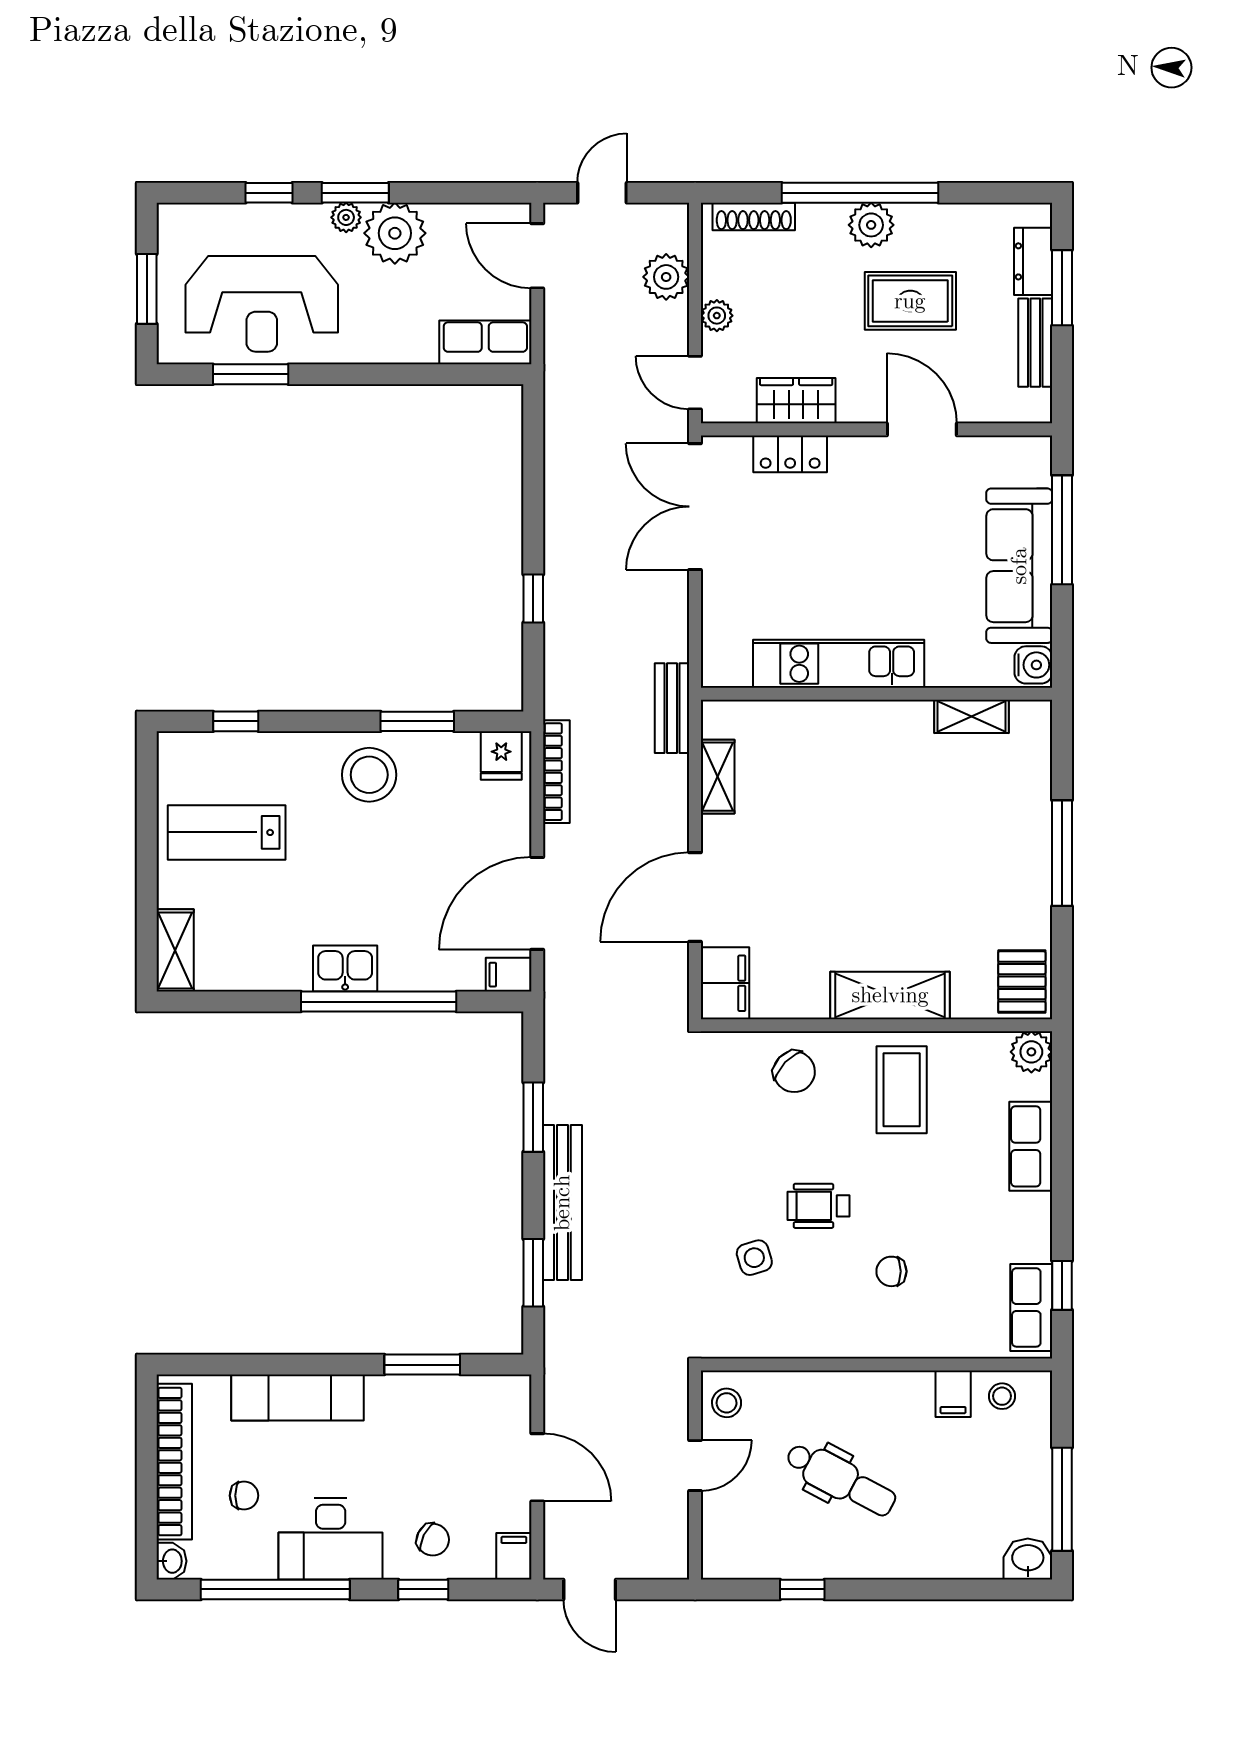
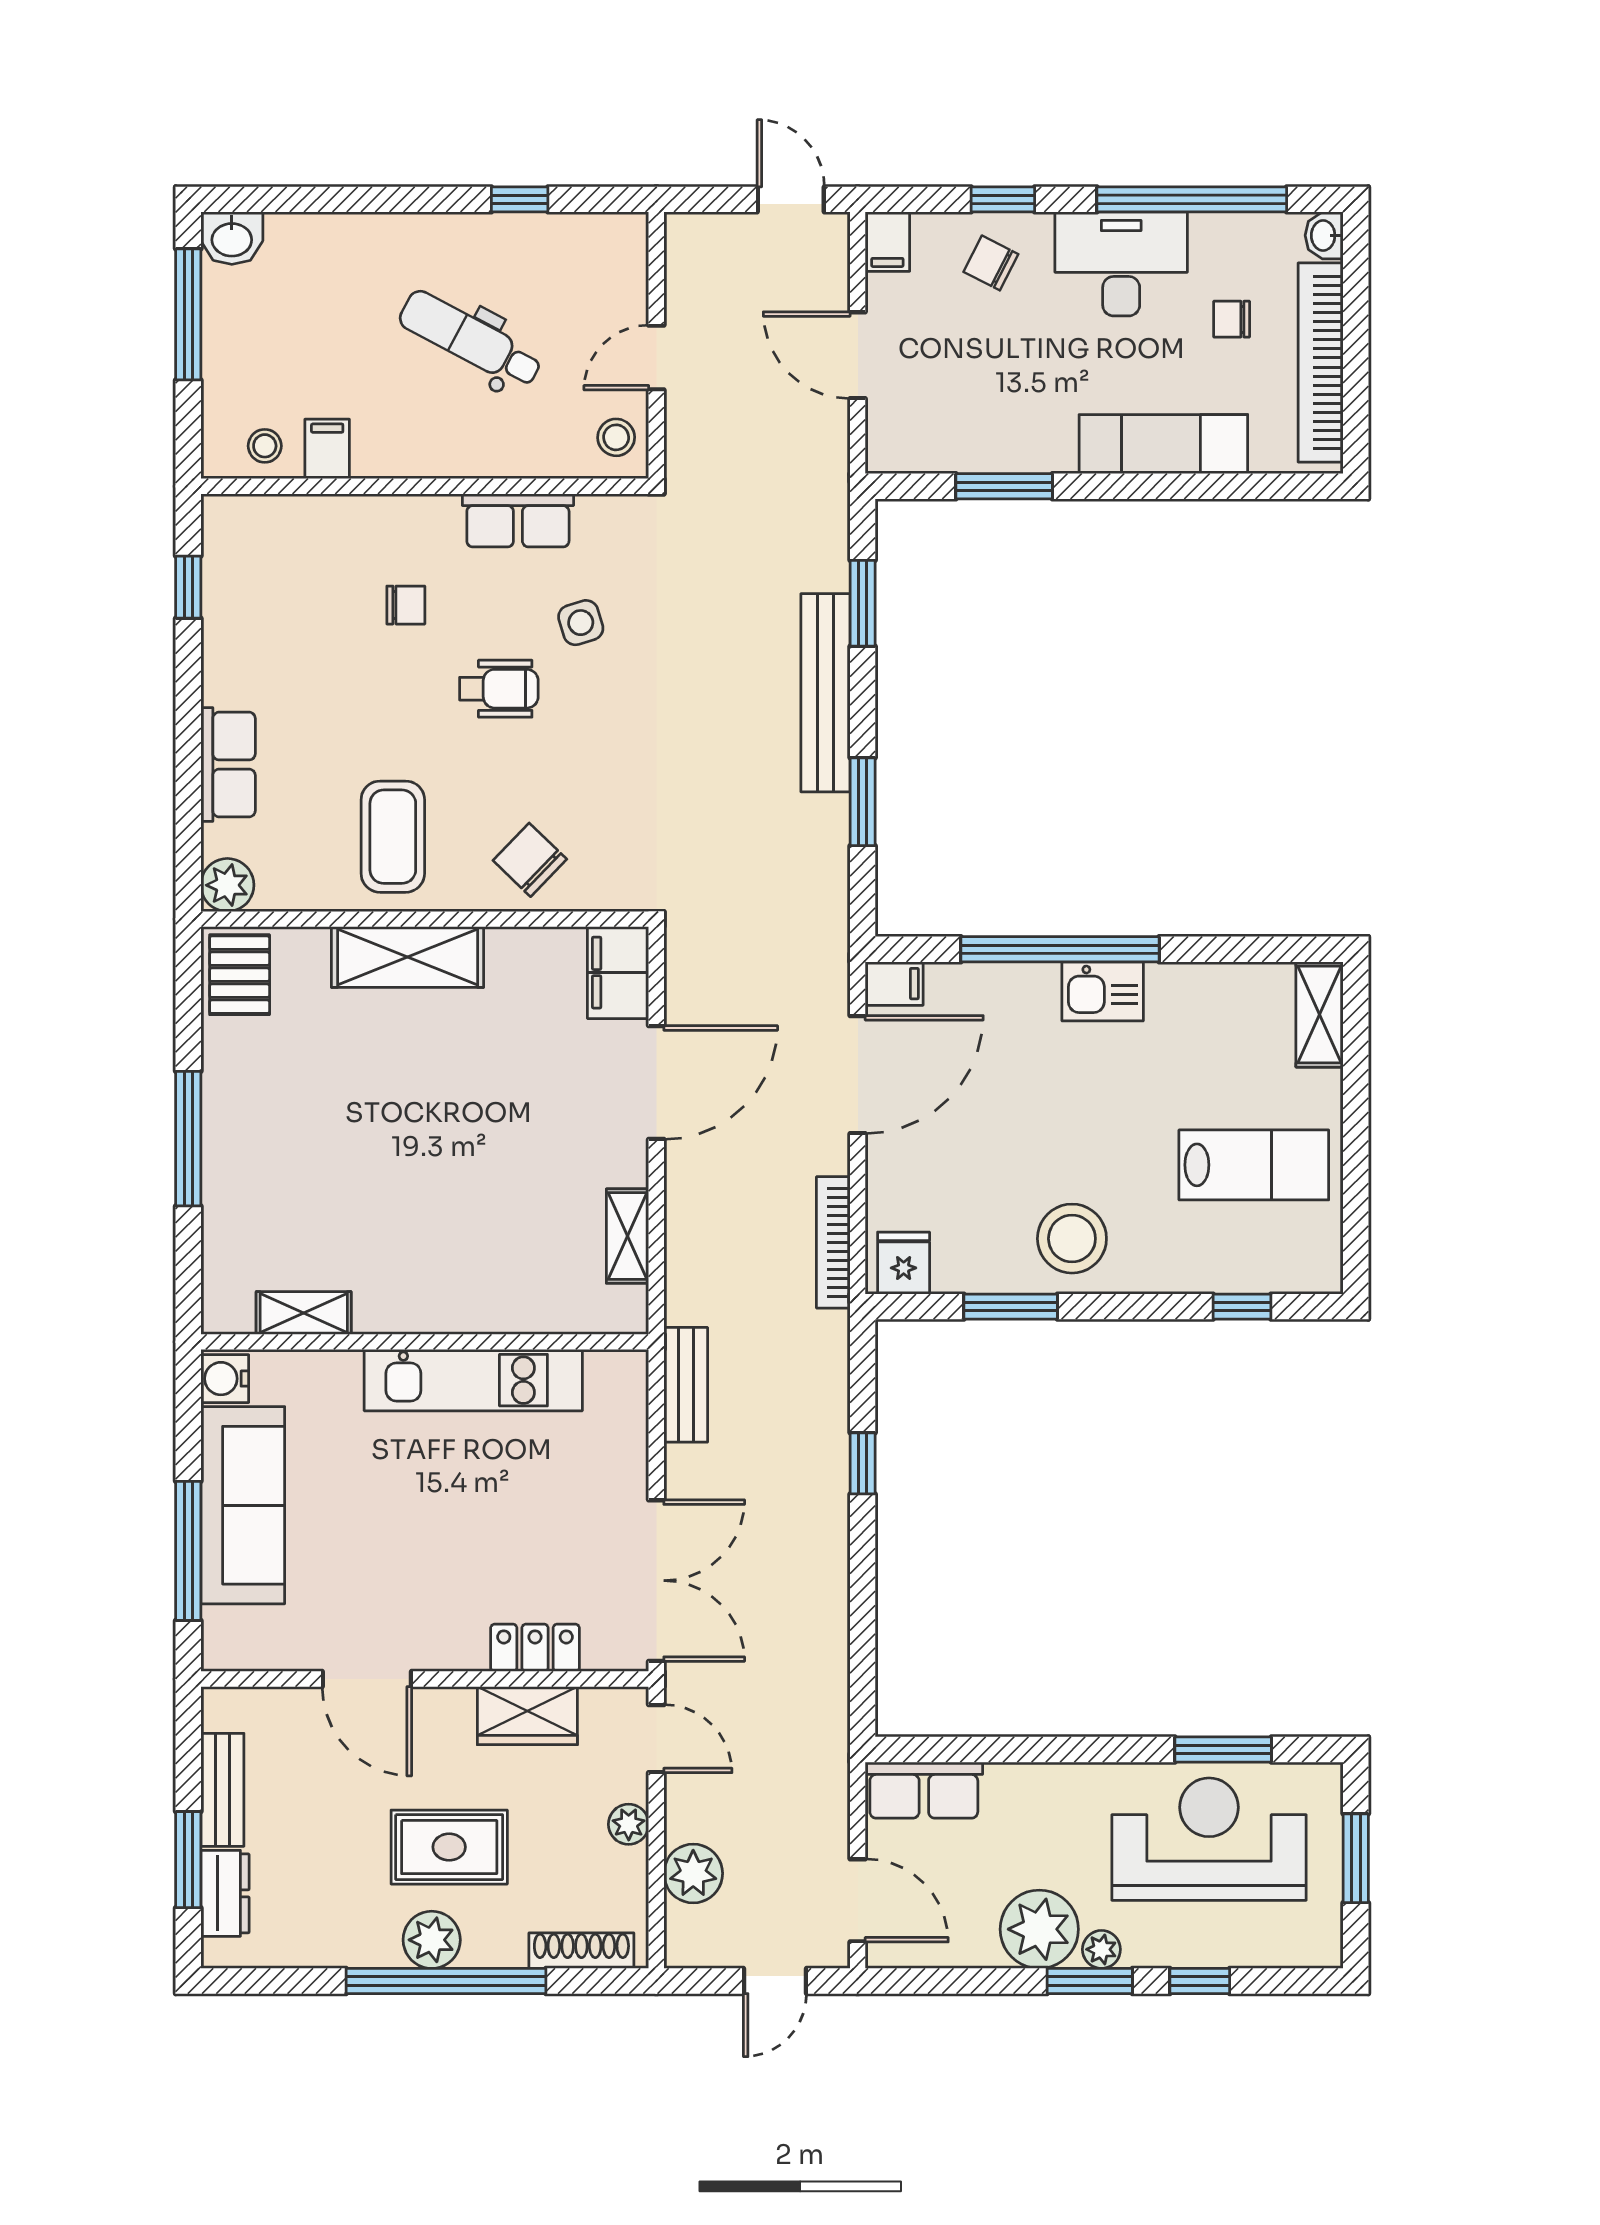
rug: (910, 301) -> (449, 1847), moved
bench: (672, 708) -> (686, 1385), moved
row of seats: (1031, 1307) -> (518, 520), moved, turned 90

